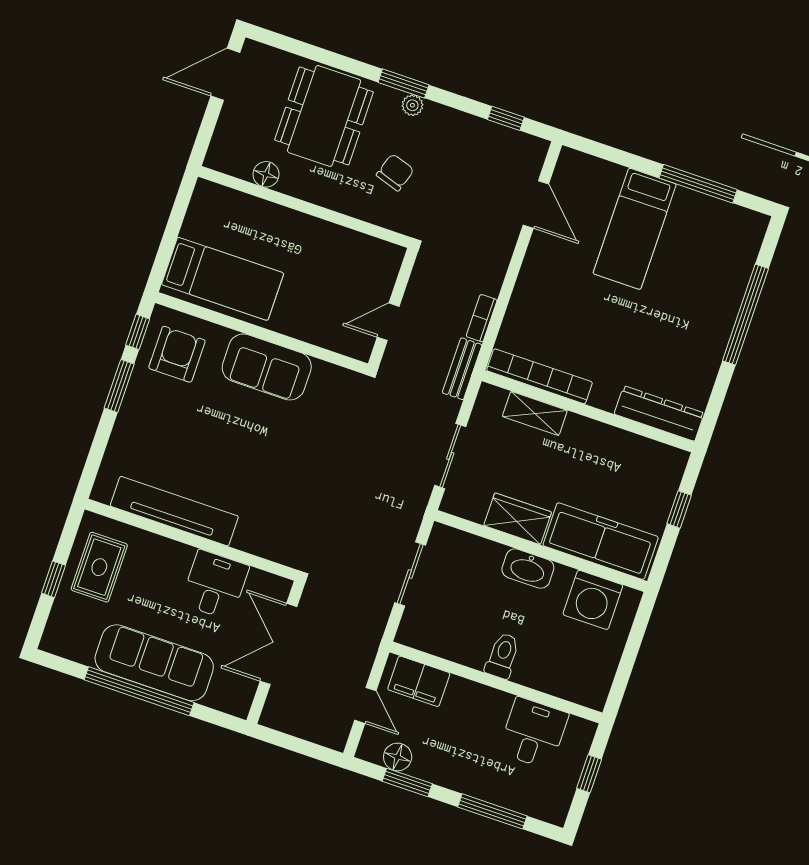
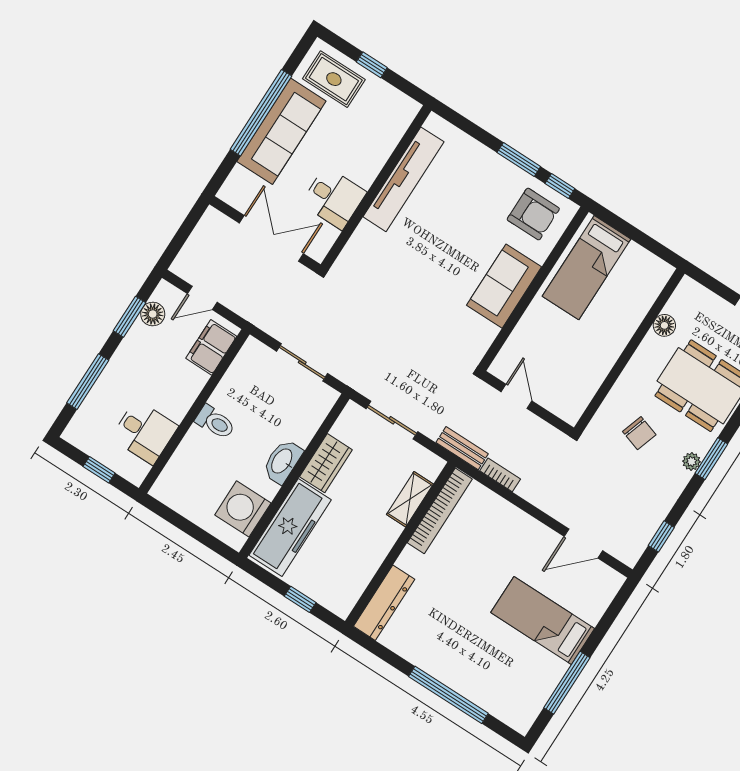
rug: (99, 567) -> (334, 79), moved

